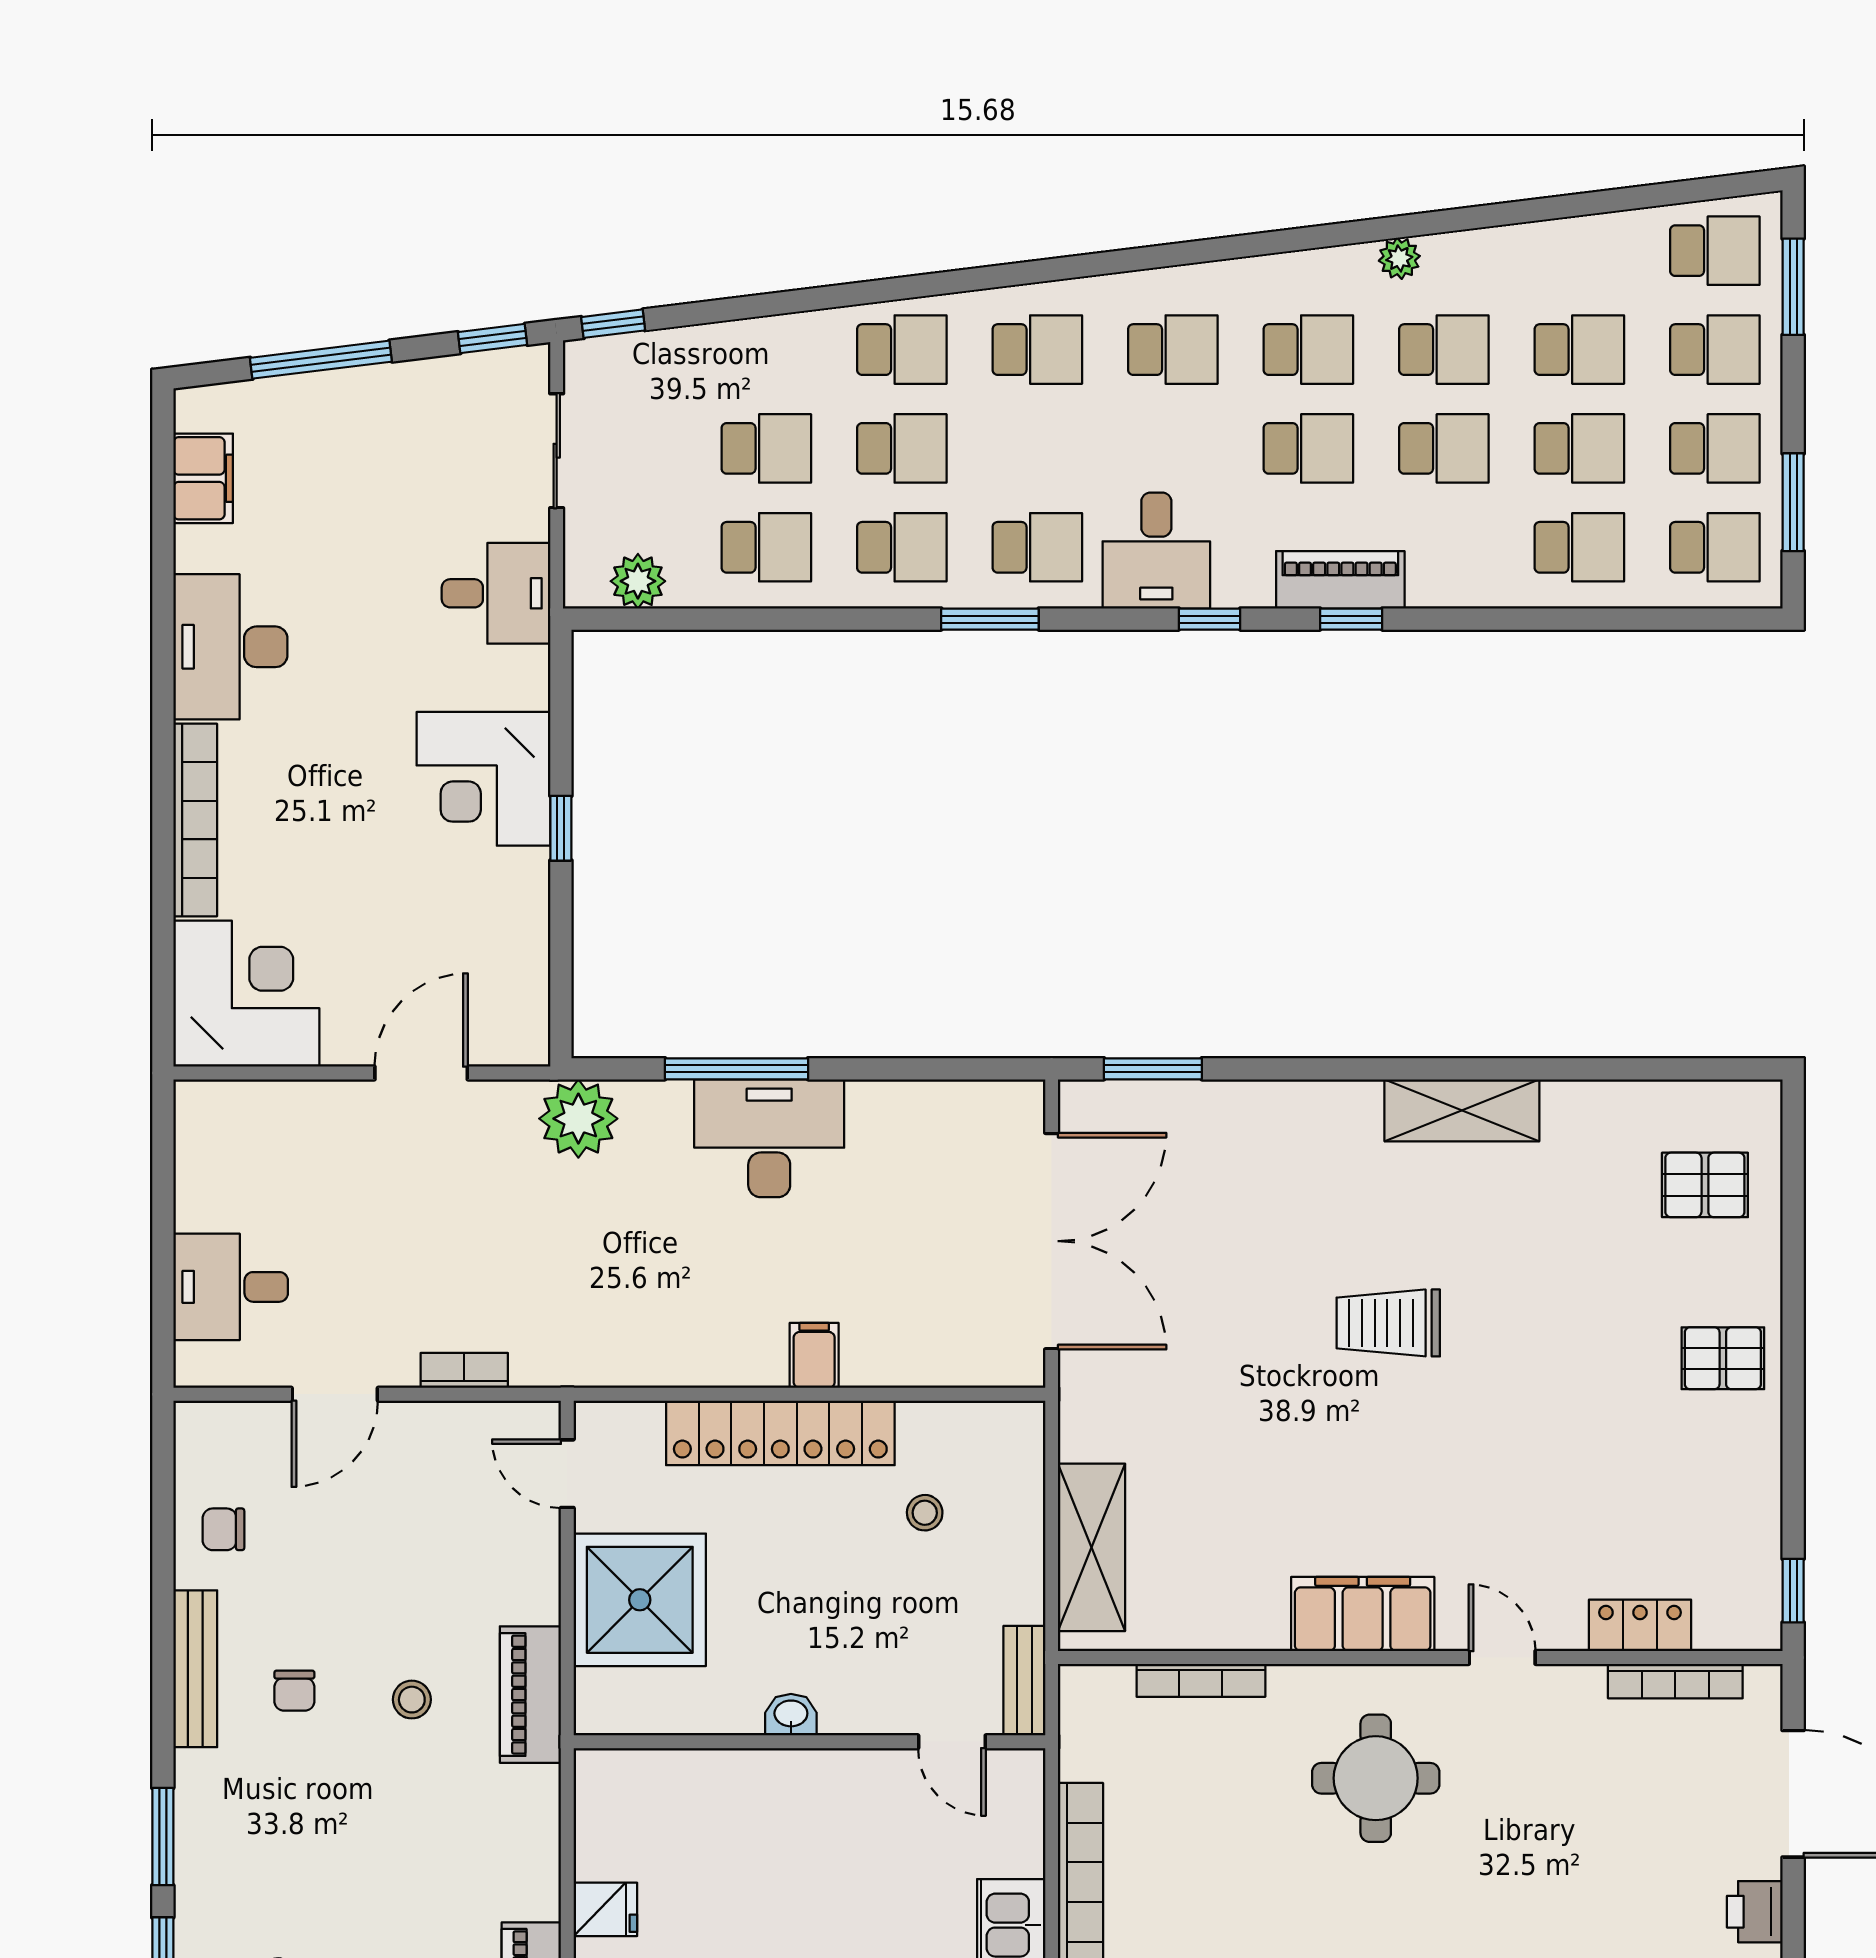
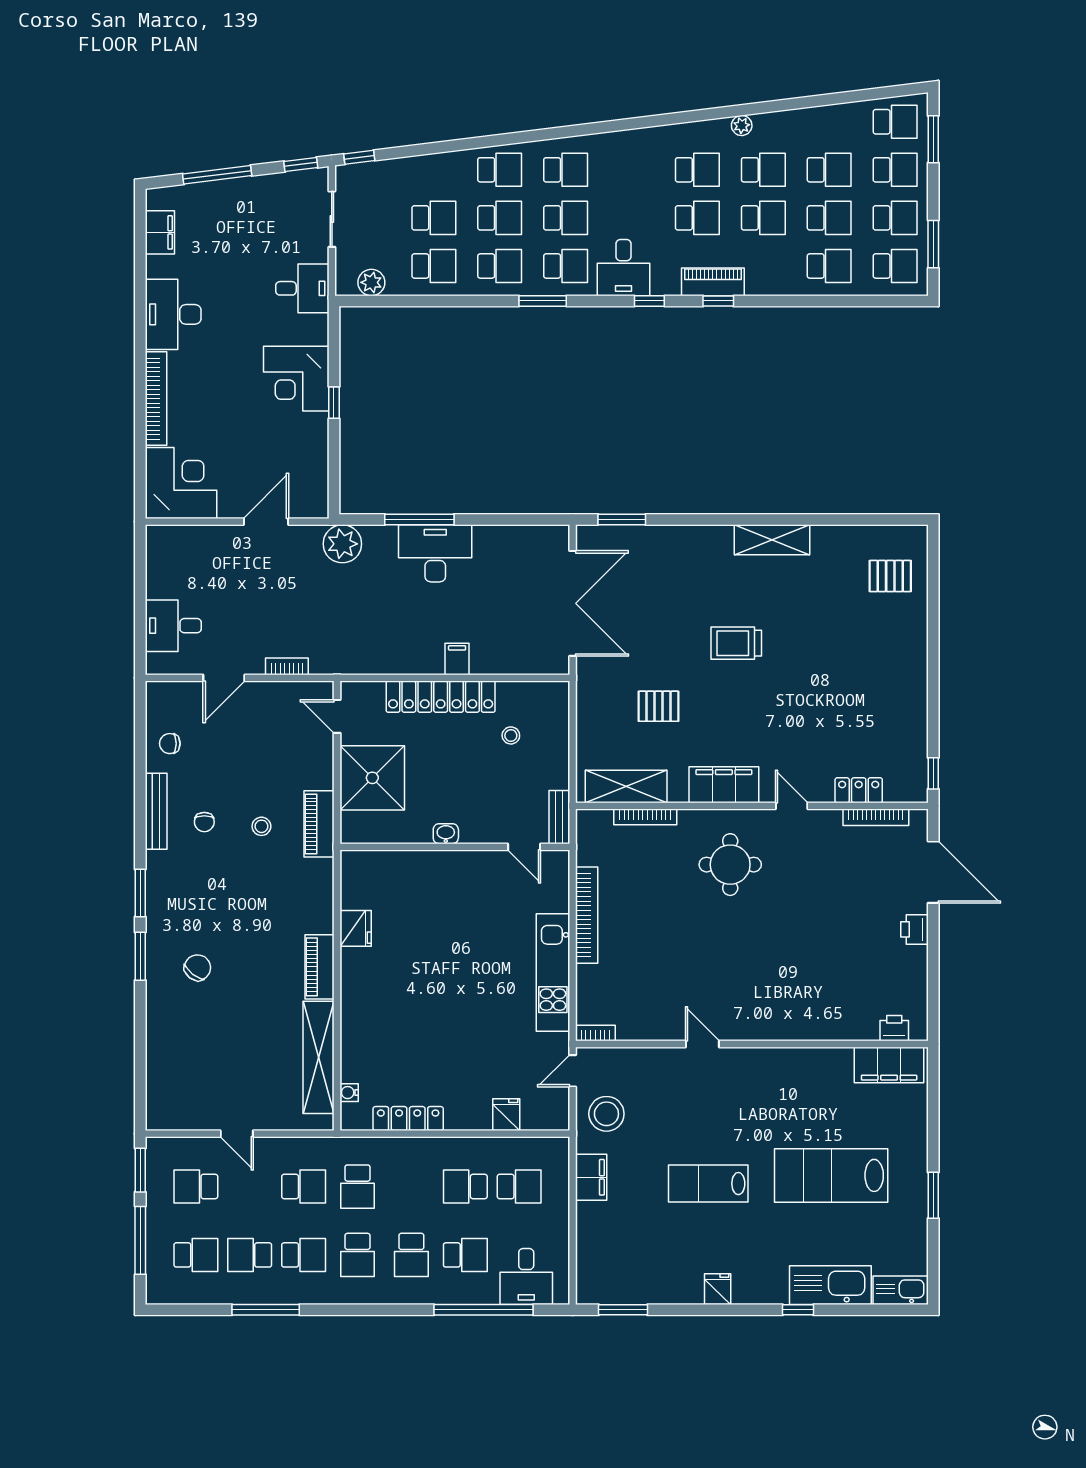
school desk: (1173, 350) -> (566, 218), moved
pallet: (1723, 1358) -> (659, 706), moved
shelving: (1092, 1547) -> (626, 787), moved, turned 90
fridge: (605, 1909) -> (356, 928), width x1.38

